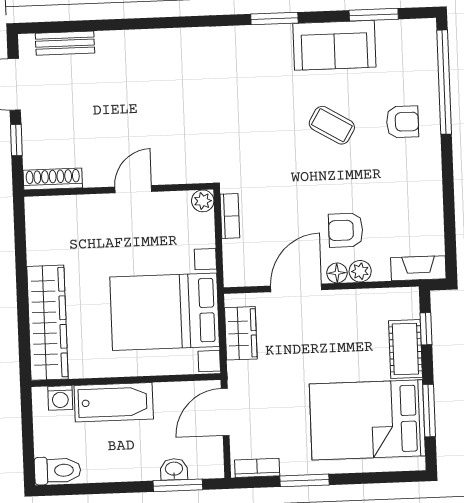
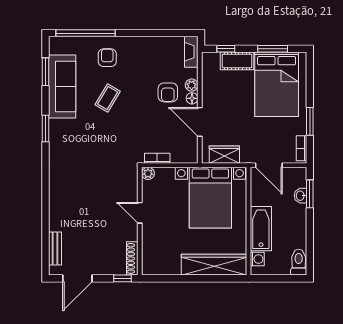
sofa: (334, 45) -> (62, 86), width x1.36
window: (16, 140) -> (123, 278), moved

